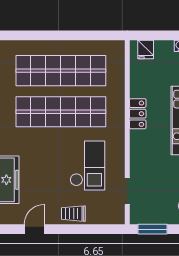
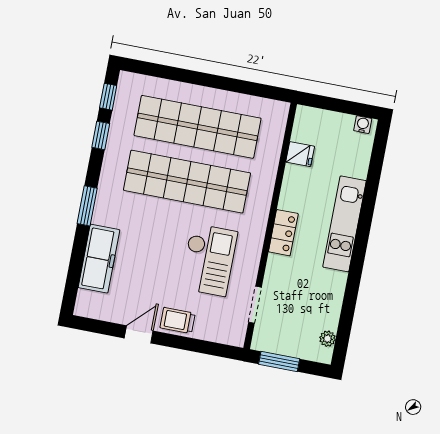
fridge: (146, 50) -> (300, 154), moved, turned -90
locker: (138, 114) -> (283, 233), moved
door: (34, 229) -> (139, 334), moved

